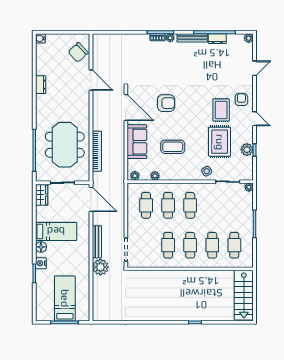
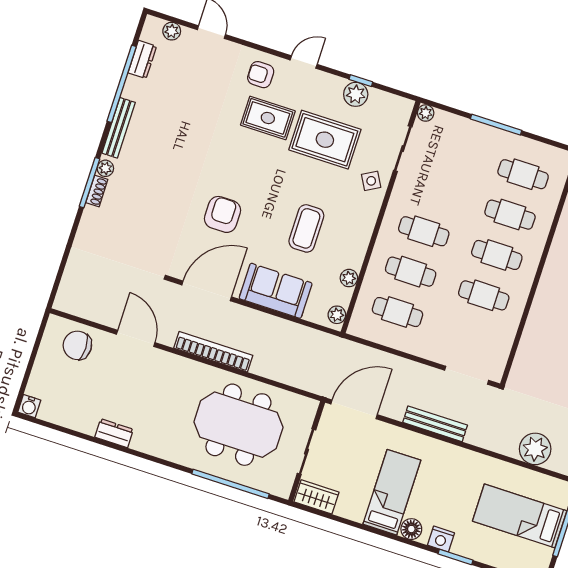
plant: (249, 38) -> (172, 31), moved
dresser: (217, 39) -> (142, 59), moved
chair: (78, 52) -> (77, 345), turned 133
door: (91, 80) -> (136, 338), hinge flipped
bookcase: (97, 151) -> (213, 352), moved
plant: (100, 267) -> (535, 449), moved

